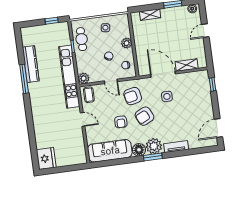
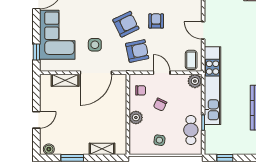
door: (163, 74) -> (96, 73), hinge flipped
corner sofa: (198, 100) -> (57, 35), added

